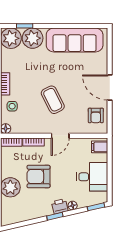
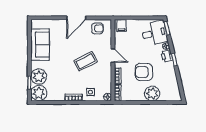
sofa: (75, 40) -> (40, 45), width x0.73
armchair: (39, 176) -> (144, 72), turned 90
desk: (92, 177) -> (154, 33), moved, turned 77

